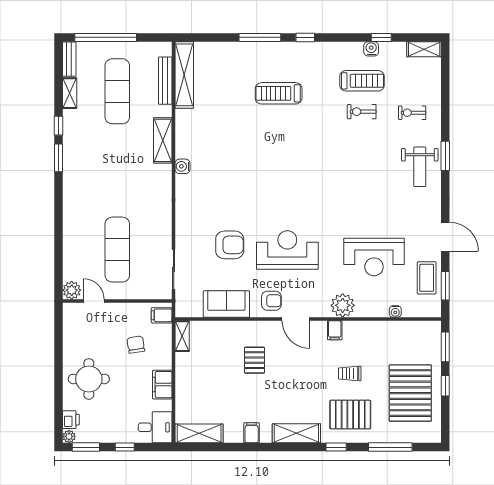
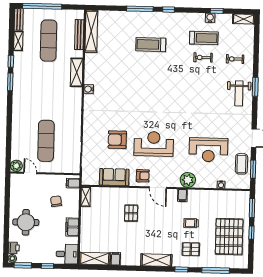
armchair: (230, 245) -> (117, 140), turned 180
pallet: (350, 415) -> (191, 249), width x0.67, depth x0.71
filing cabinet: (252, 433) -> (115, 259), moved

